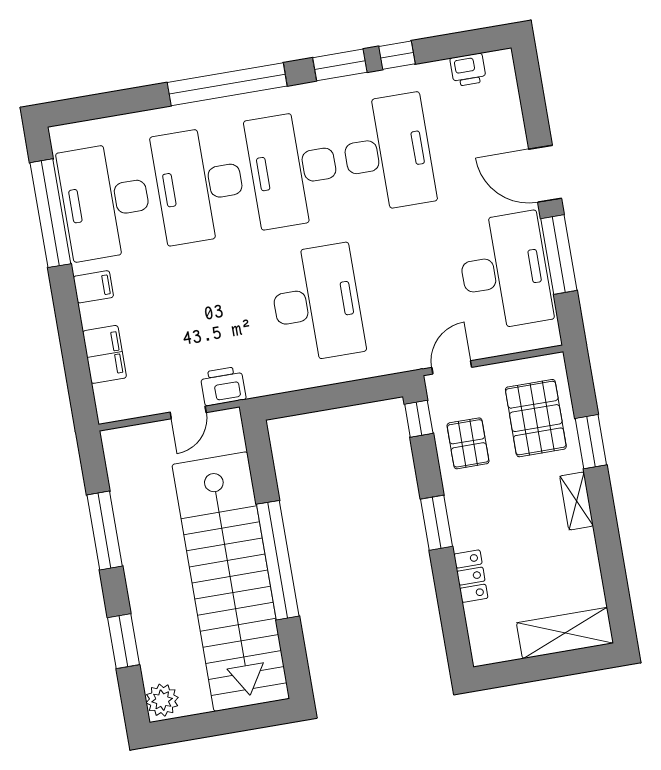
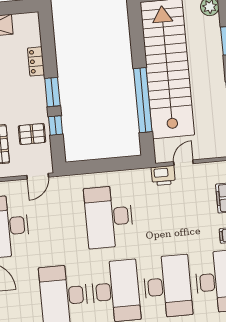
window: (419, 419) -> (56, 125), moved
pallet: (468, 443) -> (32, 134), turned 90
window: (278, 560) -> (143, 100), moved

